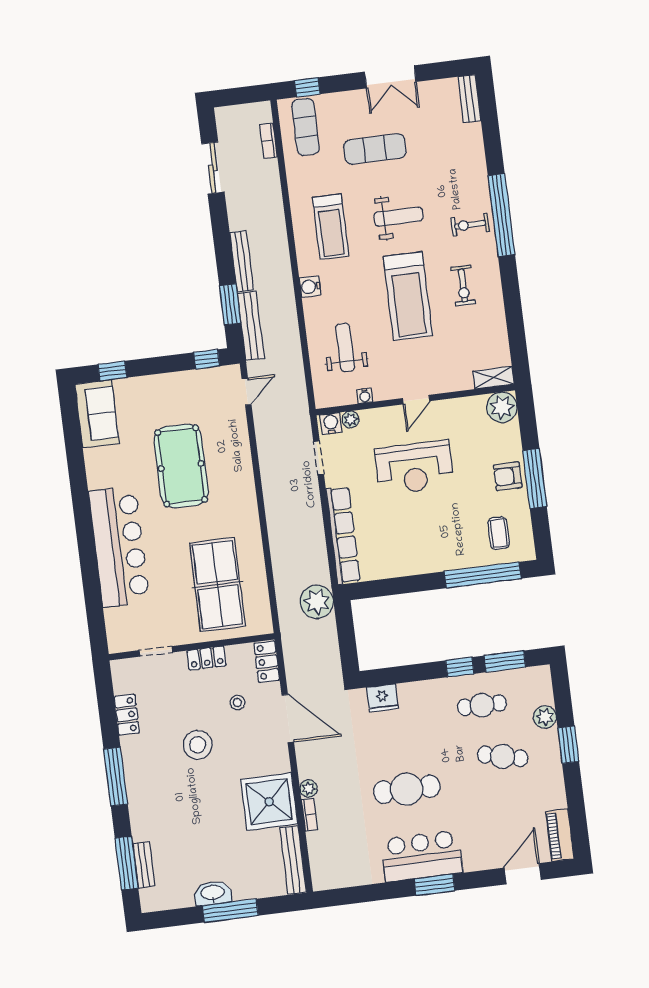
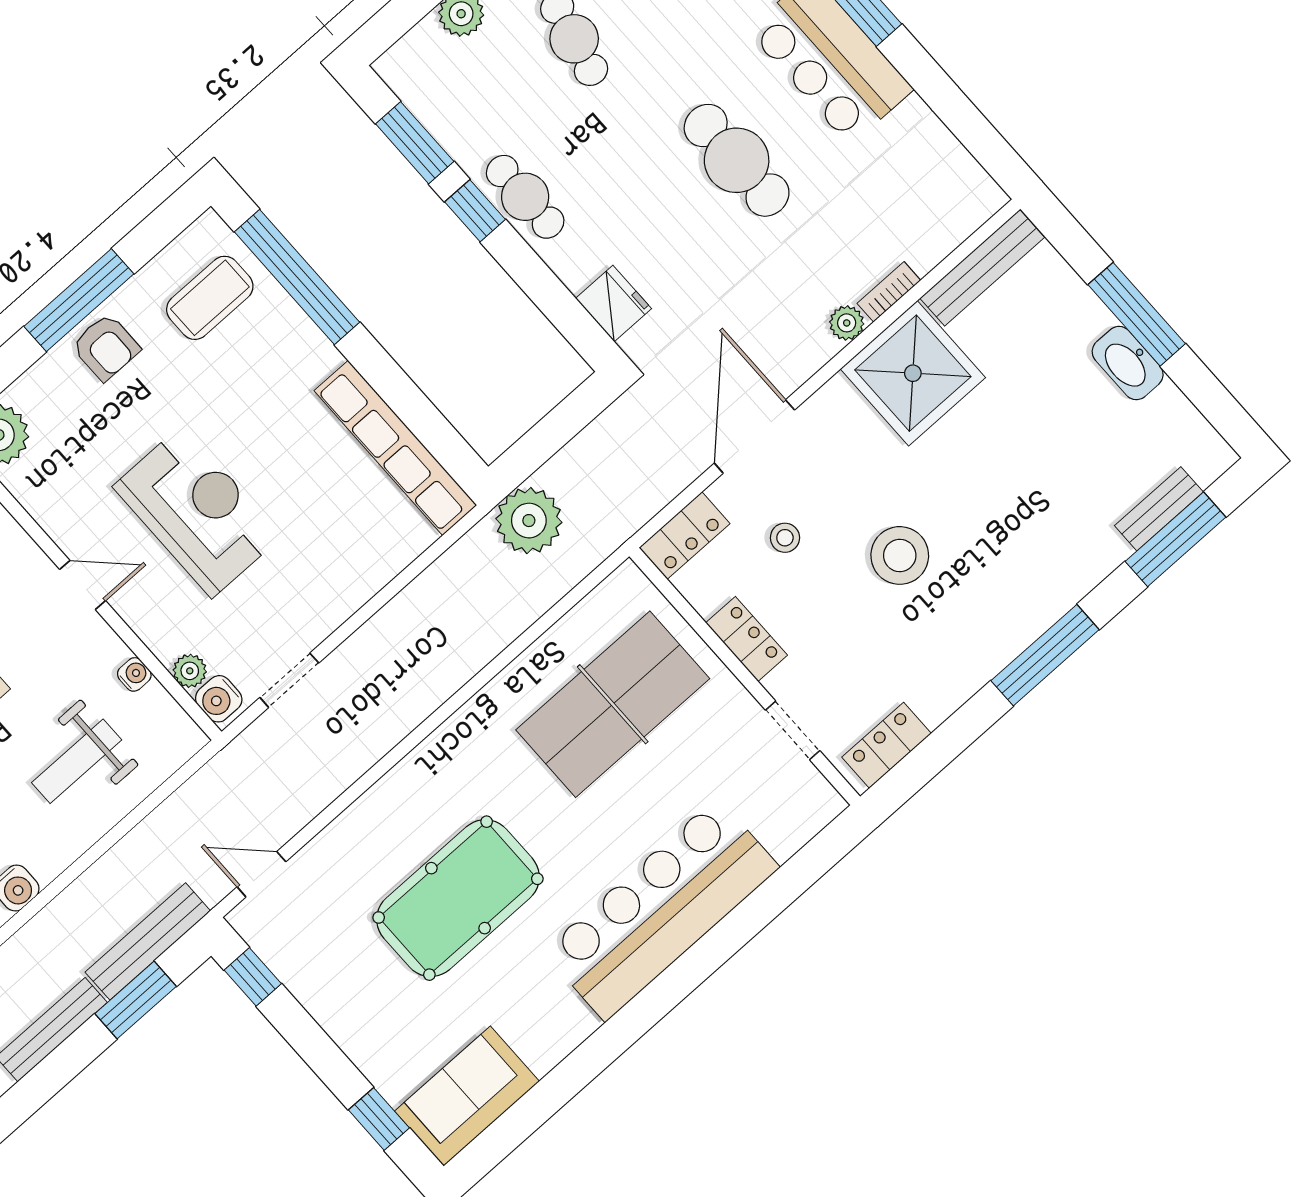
coffee table: (499, 533) -> (210, 298), width x1.36, depth x1.30
row of seats: (343, 535) -> (395, 448), moved, turned -90
cafe table: (482, 705) -> (525, 197), moved
locker: (127, 715) -> (887, 745), moved

